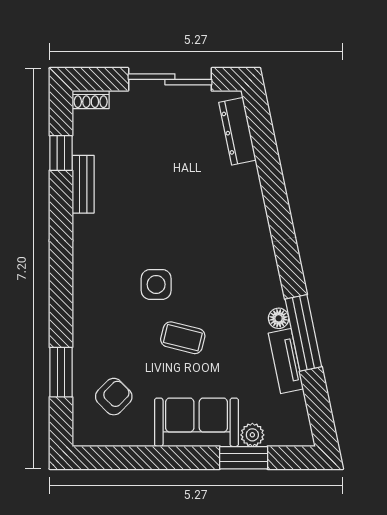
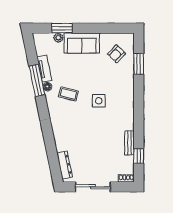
coffee table: (183, 338) -> (68, 94), moved

